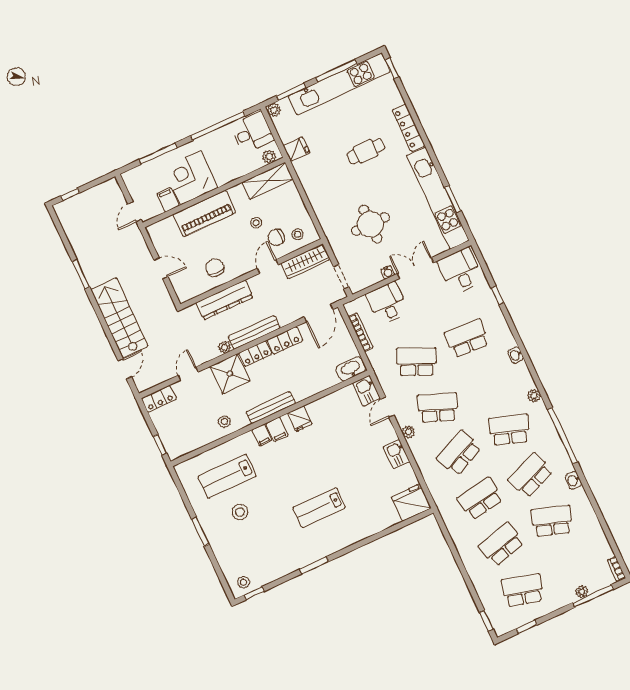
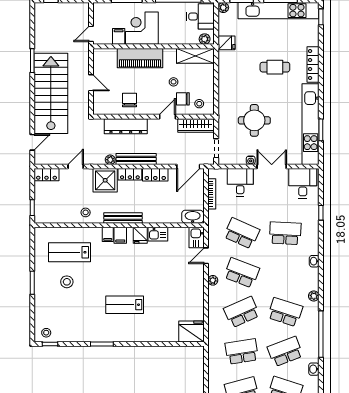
stairs: (119, 318) -> (51, 93), width x1.36, depth x1.51
kitchen sink: (397, 454) -> (158, 234), moved, turned -90

